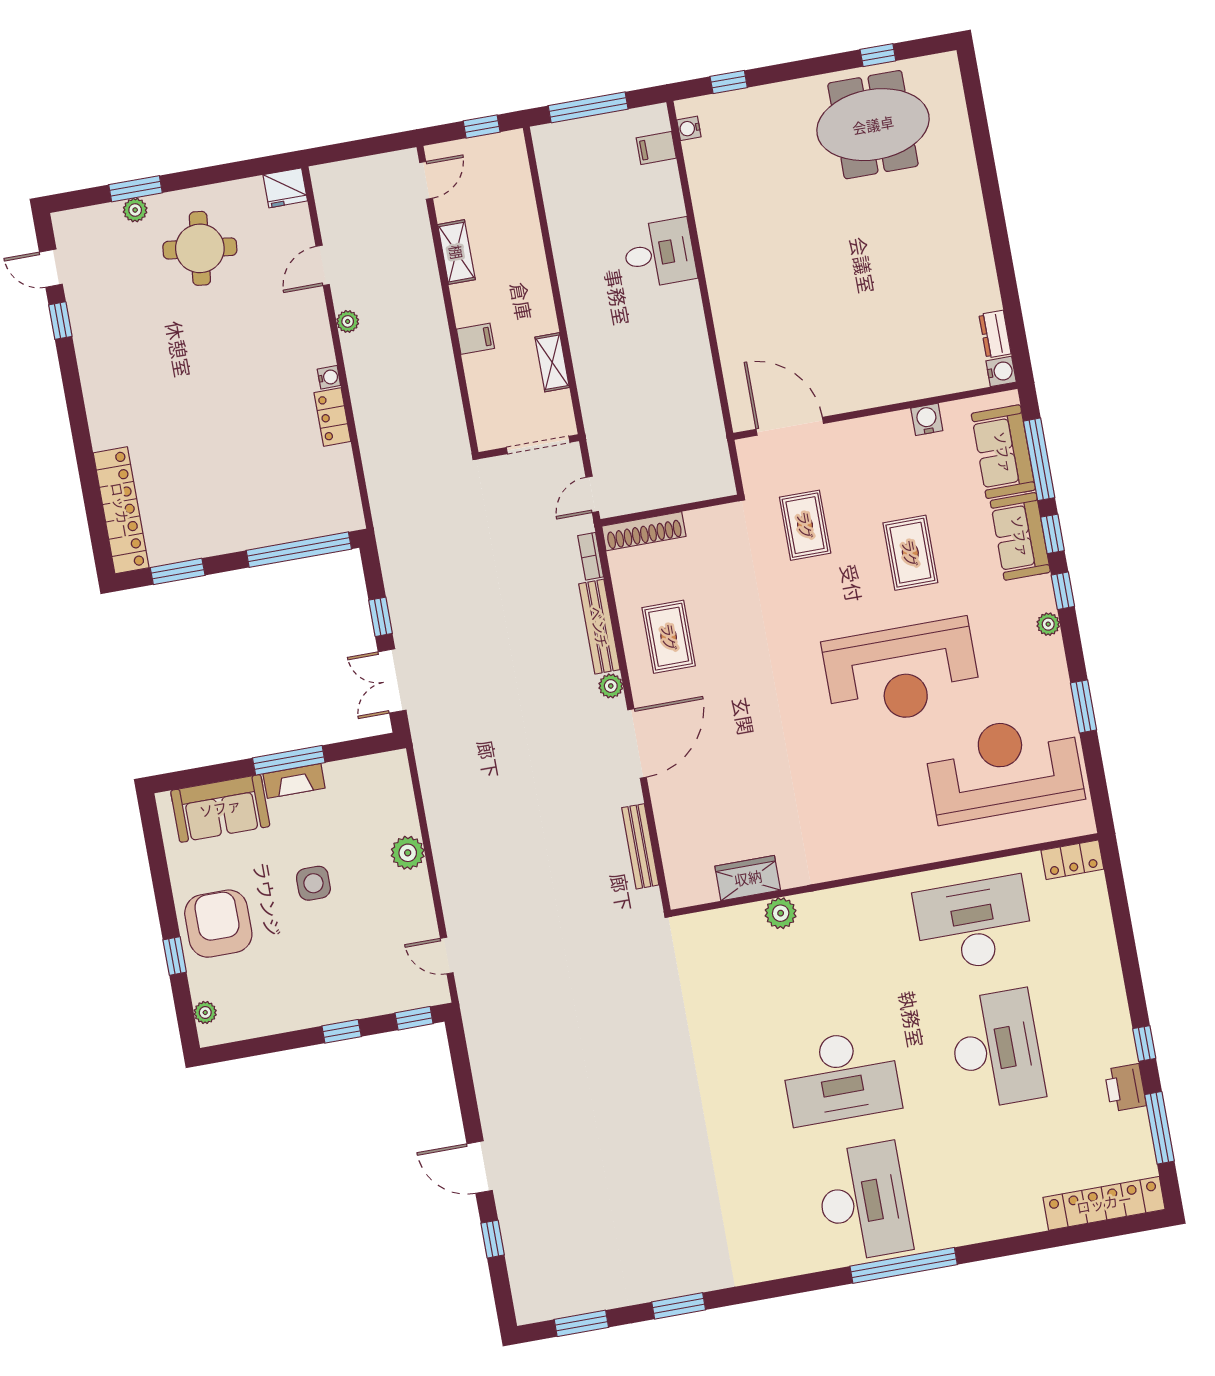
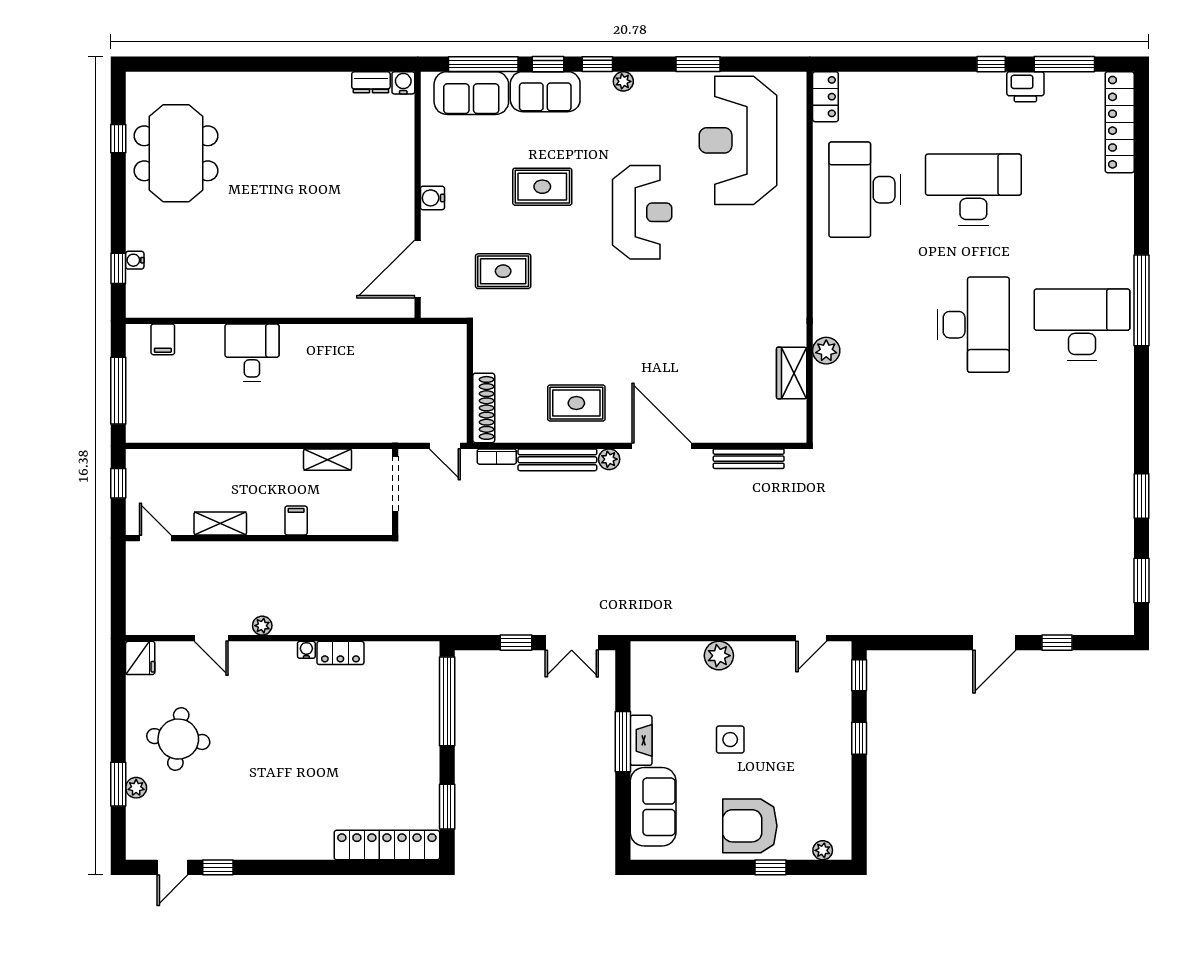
water cooler: (689, 128) -> (135, 260), moved, turned 90
water cooler: (927, 419) -> (432, 198), moved
reception desk: (902, 673) -> (642, 212), width x0.74, depth x0.77

